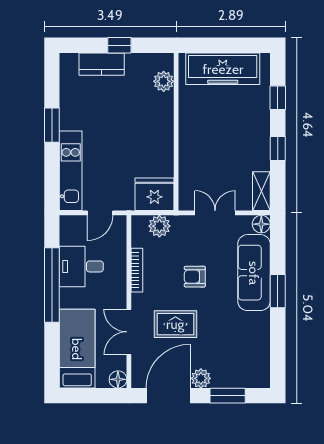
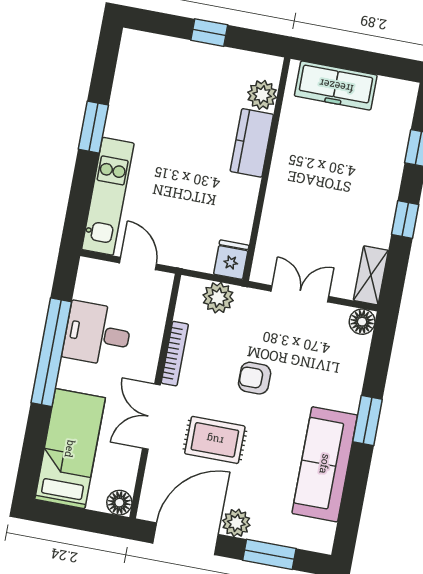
kitchen counter: (102, 64) -> (252, 143), moved, turned 90
freezer: (223, 69) -> (336, 86), width x0.73, depth x0.79
fridge: (154, 194) -> (231, 260), width x0.53, depth x0.75
door: (100, 213) -> (138, 263), swing flipped
sofa: (254, 273) -> (325, 464), moved
double door: (129, 332) -> (151, 417), moved

